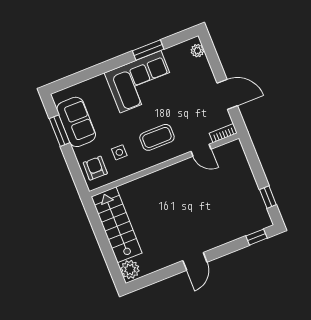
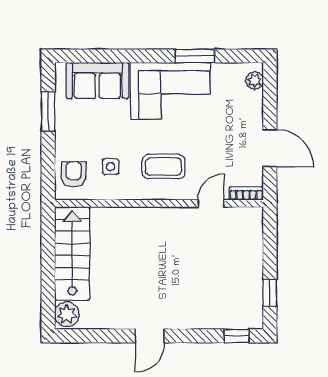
sofa: (76, 122) -> (97, 80), moved, turned 90
door: (201, 150) -> (211, 203), swing flipped

